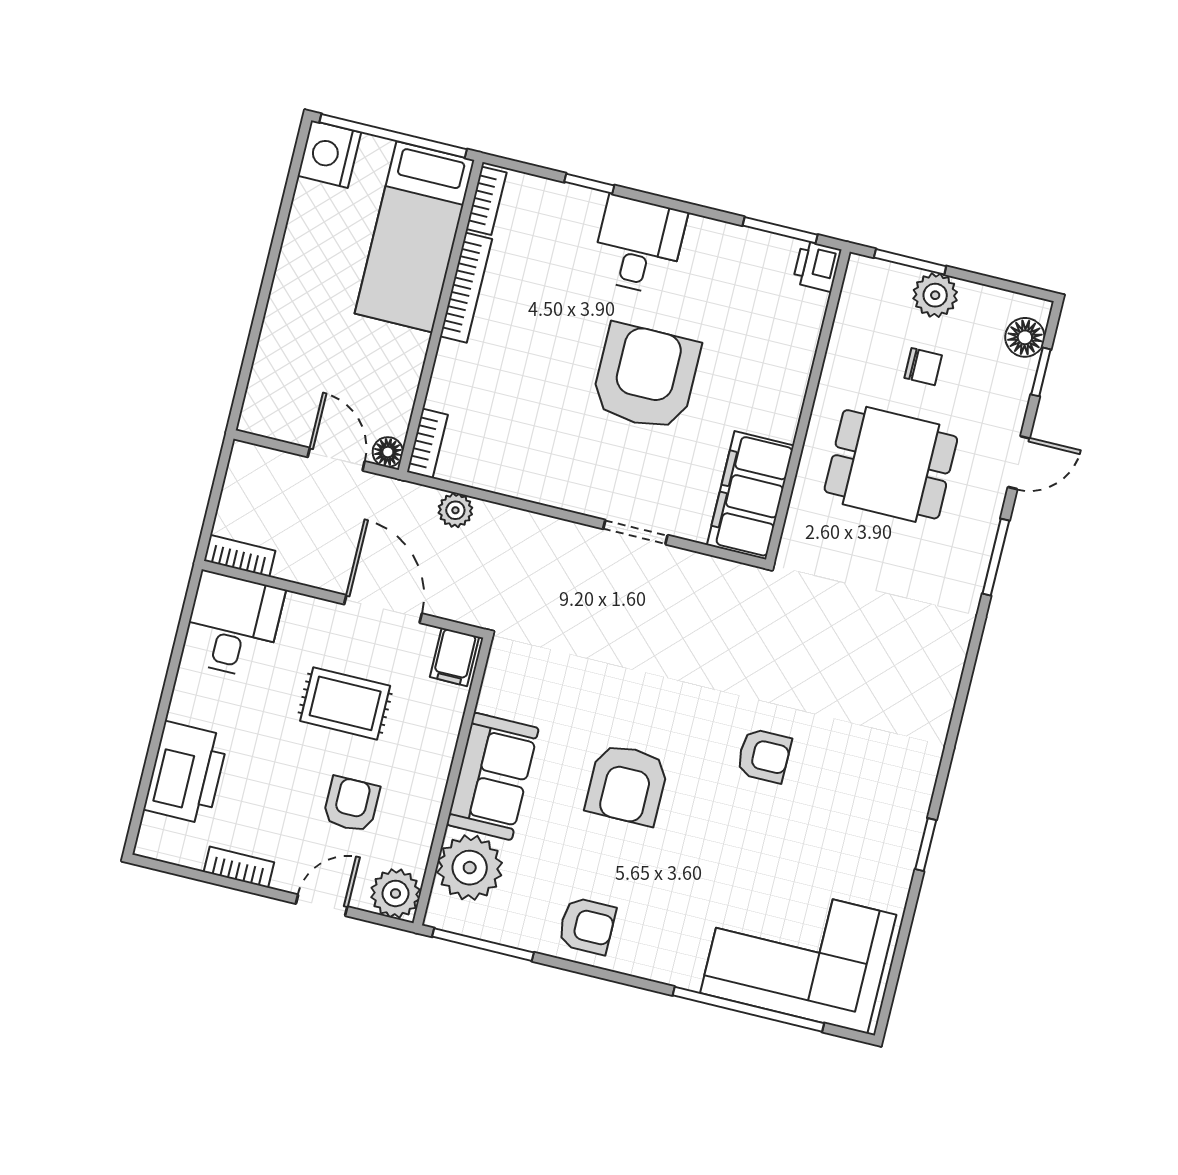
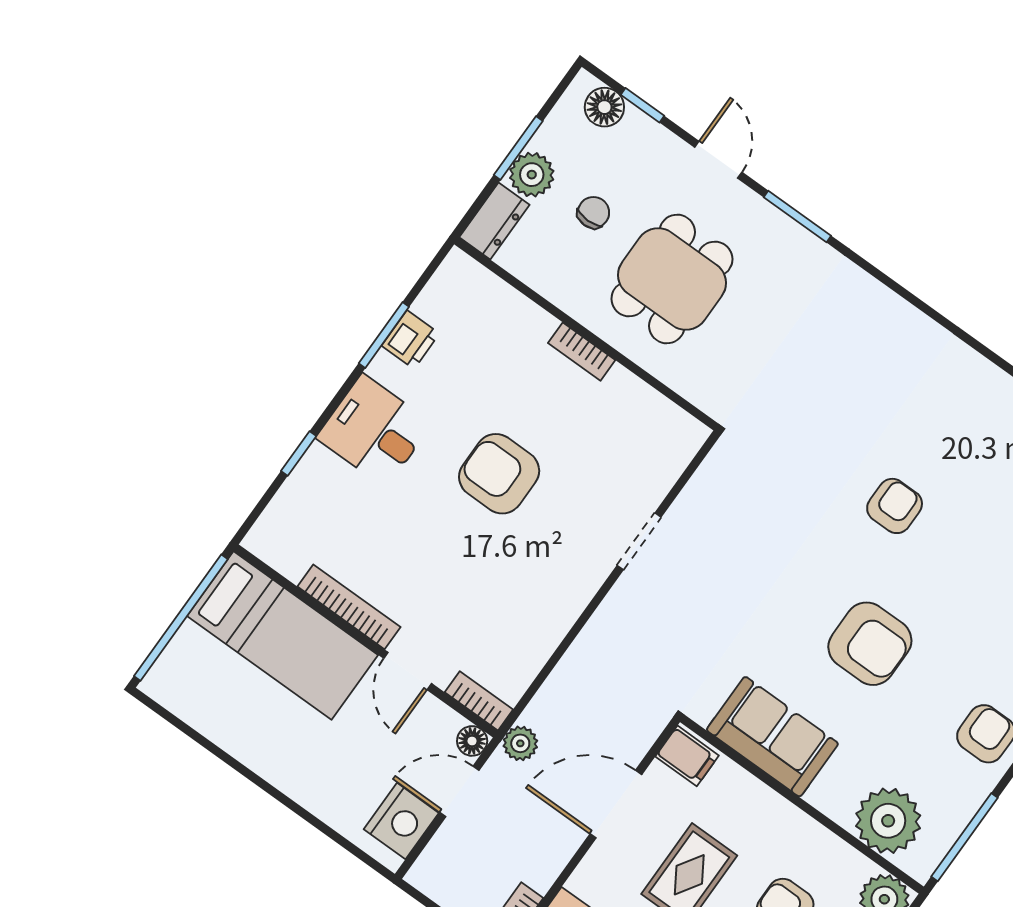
nightstand: (329, 154) -> (401, 821), moved, turned -90
bookcase: (486, 201) -> (582, 352), moved, turned 180
window: (780, 230) -> (384, 335), moved
window: (910, 262) -> (518, 148), moved
printer: (817, 266) -> (410, 340), moved, turned -90
dresser: (878, 278) -> (494, 221), added
door: (428, 366) -> (408, 671), added
armchair: (646, 377) -> (499, 474), width x0.73, depth x0.73
filing cabinet: (750, 495) -> (648, 421), removed
plant: (455, 510) -> (520, 743), moved
sofa: (493, 776) -> (772, 737), moved

